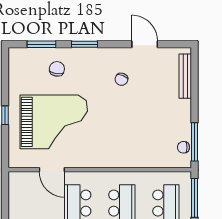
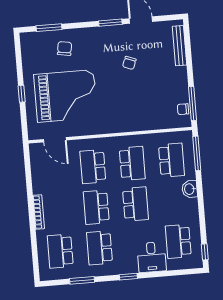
window: (85, 44) -> (110, 23), moved
chair: (121, 79) -> (129, 63), moved
door: (52, 170) -> (55, 140), moved

